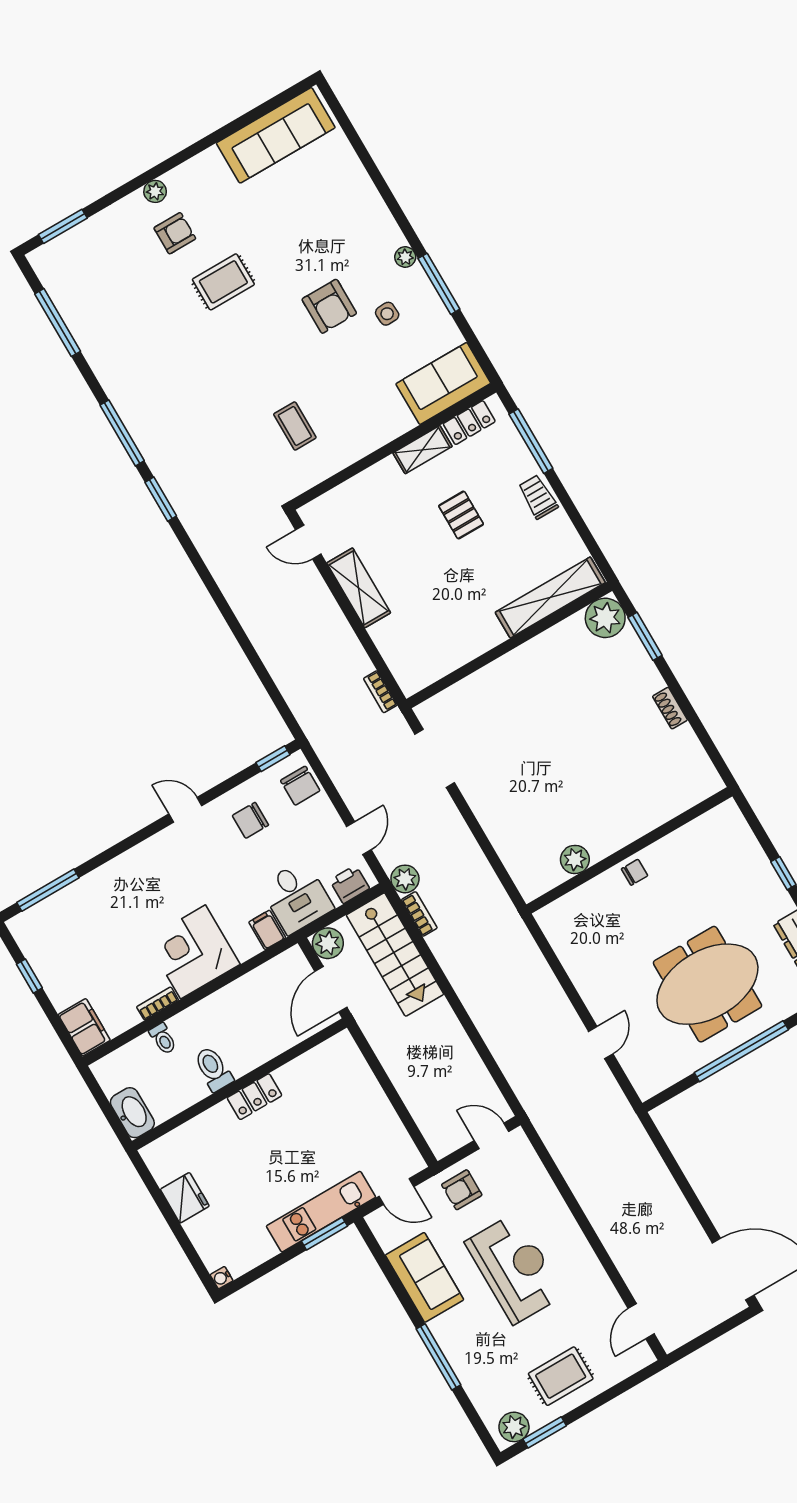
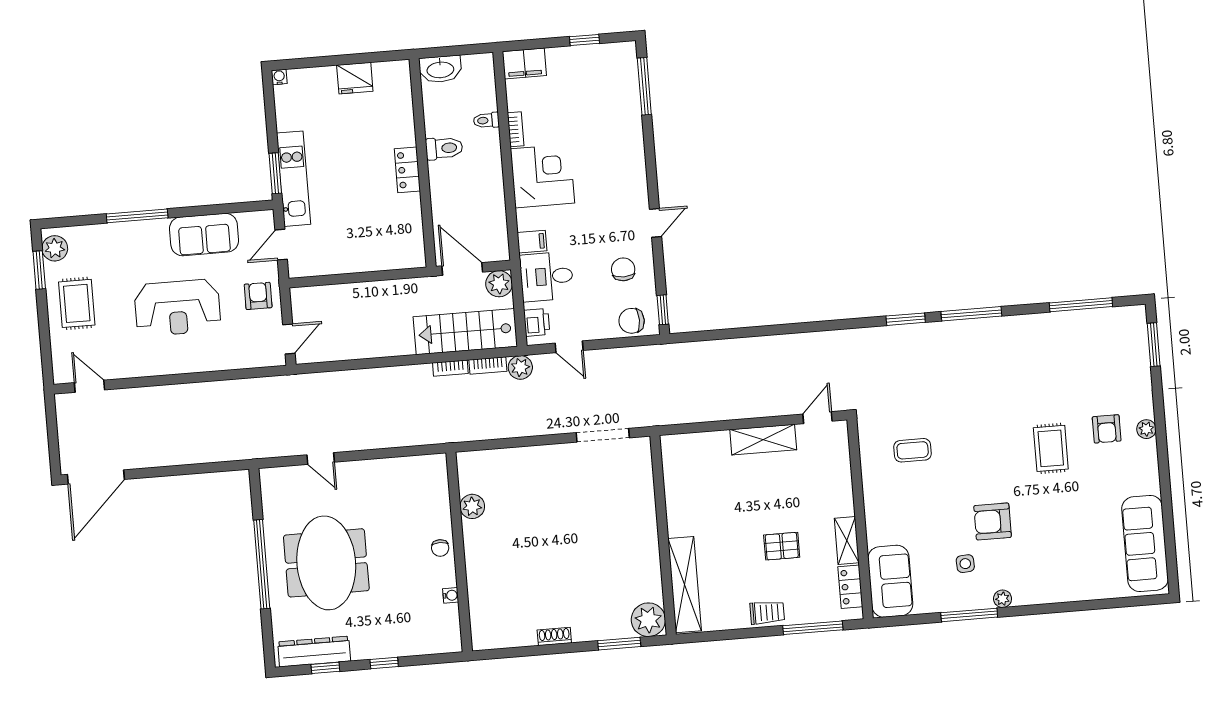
bookcase: (380, 692) -> (450, 368), moved, turned 180
water cooler: (679, 837) -> (451, 595), added

